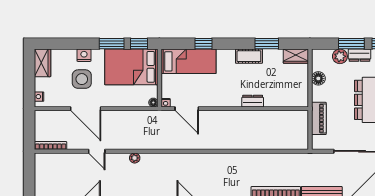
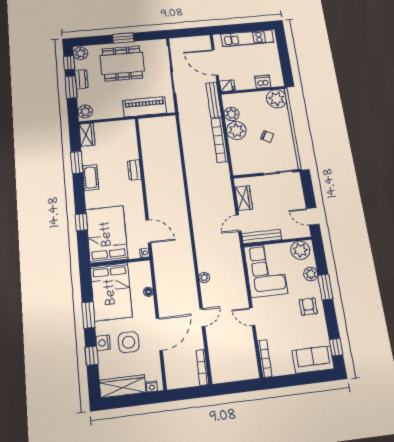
window: (139, 44) -> (92, 356), moved
plant: (340, 56) -> (85, 111), moved
bed: (188, 61) -> (107, 234), width x1.50
wardrobe: (43, 63) -> (123, 386), width x1.50
floor lamp: (318, 78) -> (107, 113), removed
floor lamp: (153, 103) -> (148, 292), moved
door: (187, 109) -> (148, 231), hinge flipped
piano: (319, 118) -> (145, 107), width x1.37, depth x1.33

